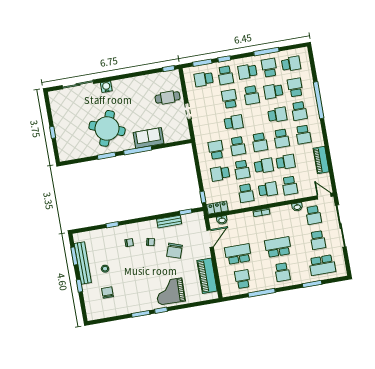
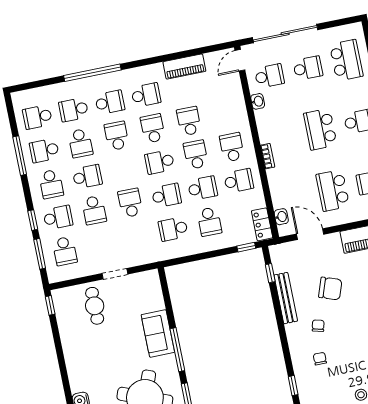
school desk: (291, 64) -> (37, 117), turned -90
school desk: (230, 99) -> (94, 210), turned -90
school desk: (282, 138) -> (153, 128), turned -90
school desk: (260, 142) -> (160, 162), turned 180
school desk: (290, 186) -> (225, 114), removed
bench: (169, 222) -> (286, 298), width x1.36

